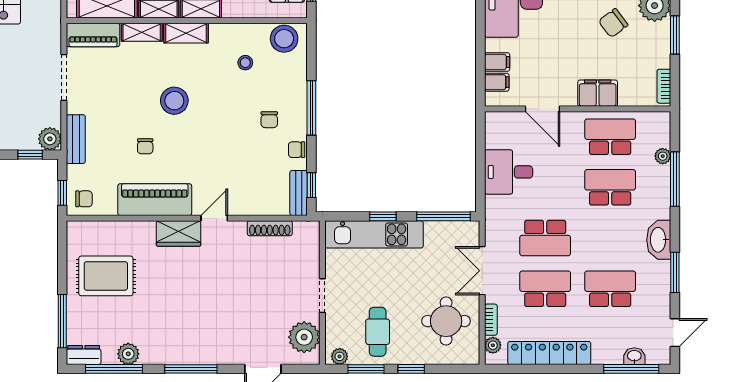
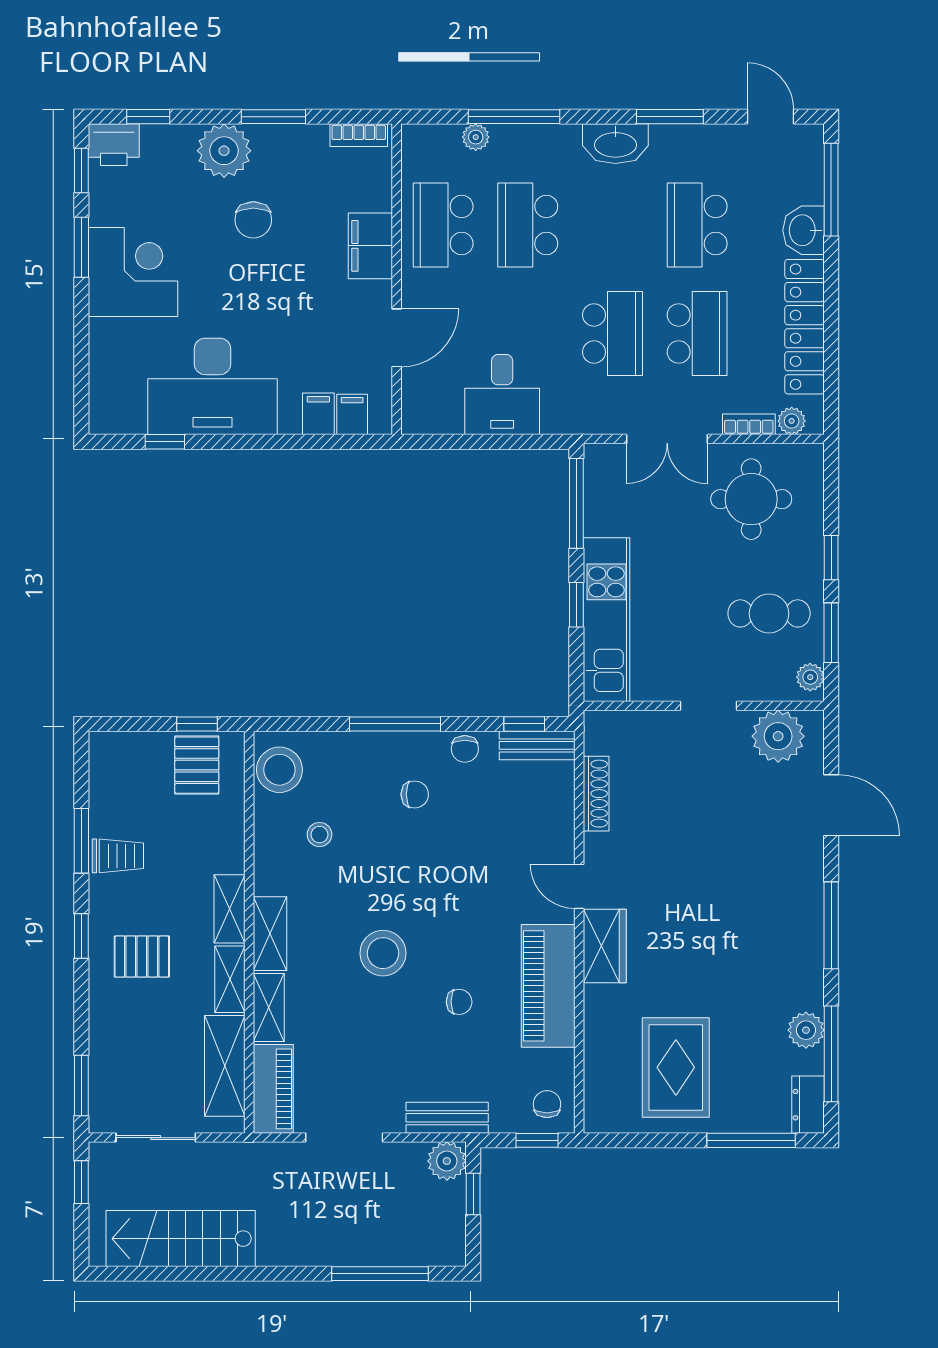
chair: (613, 23) -> (253, 220), turned 37
school desk: (545, 289) -> (697, 333), turned 180
washbasin: (634, 356) -> (803, 230), moved, width x1.38, depth x1.45

